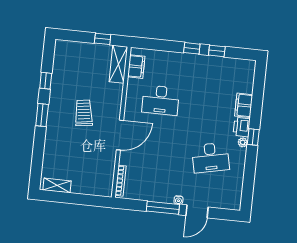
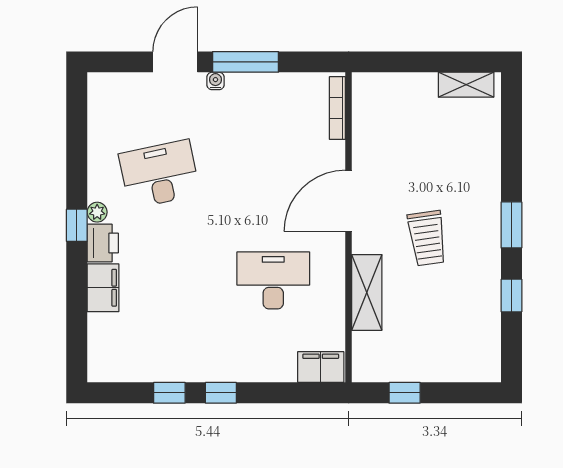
shelving: (118, 64) -> (367, 292), moved
filing cabinet: (136, 67) -> (321, 367), moved, turned 90

